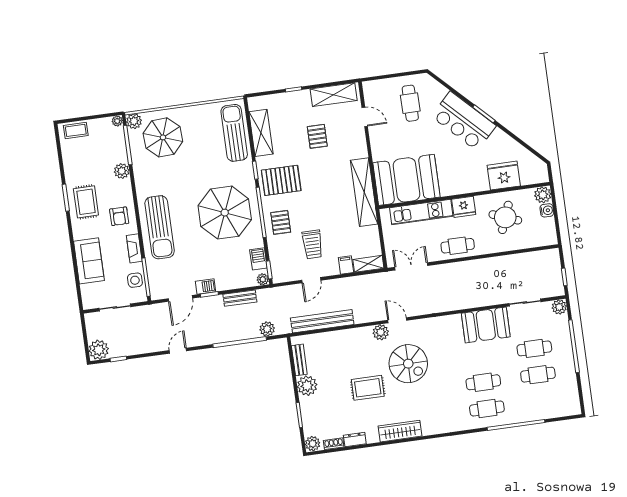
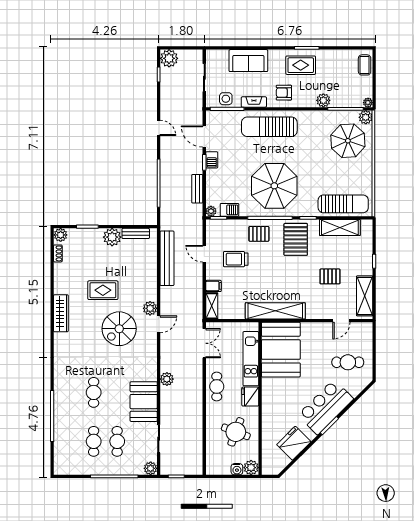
fridge: (504, 176) -> (294, 443), moved, turned -135
plant: (267, 329) -> (167, 379), moved
rug: (368, 388) -> (103, 290), turned 90
cafe table: (487, 408) -> (70, 392), removed
dresser: (355, 440) -> (59, 273), removed

